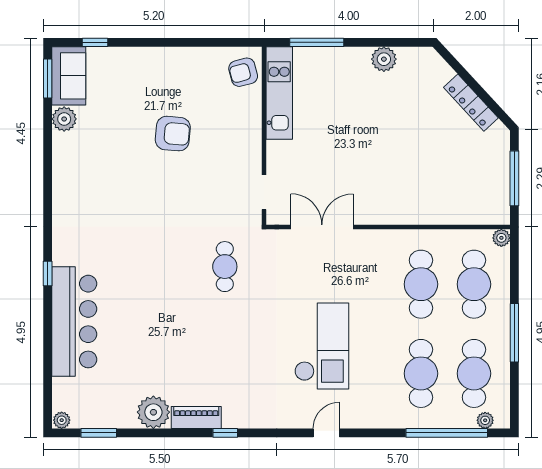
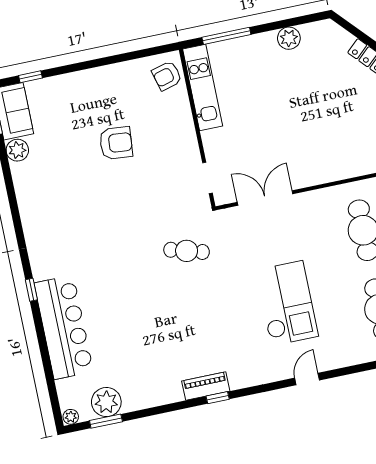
cafe table: (225, 267) -> (187, 251), turned -74
plant: (153, 412) -> (106, 402), moved
piano: (196, 417) -> (206, 386), moved

